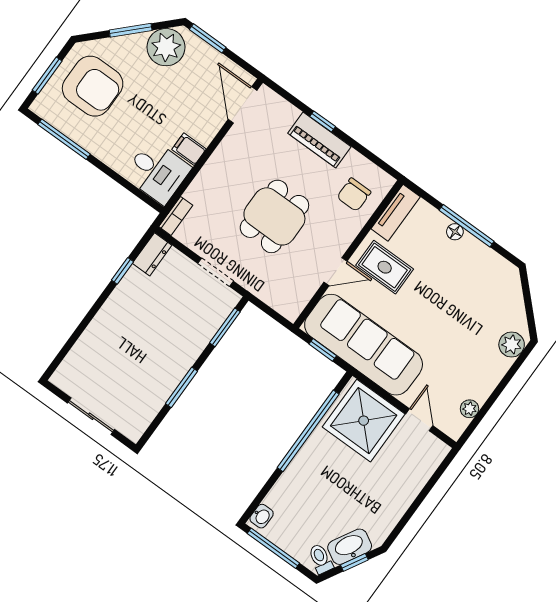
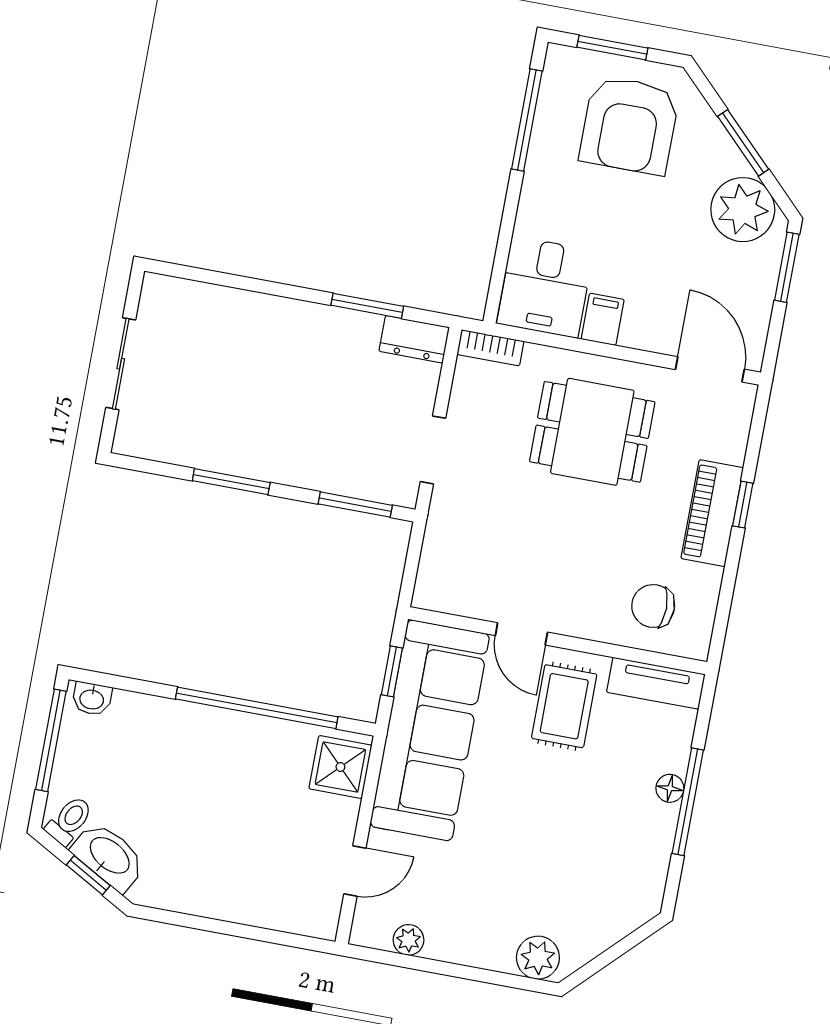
door: (243, 105) -> (710, 369), hinge flipped
dining table: (274, 216) -> (592, 432), moved
window: (122, 271) -> (367, 306), width x1.50
shower: (364, 421) -> (340, 767), width x0.54, depth x0.54

